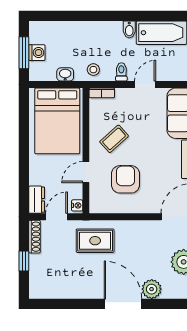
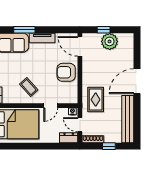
door: (86, 172) -> (51, 106), hinge flipped
armchair: (126, 179) -> (66, 72), moved
plant: (152, 289) -> (127, 62), removed
bench: (65, 290) -> (128, 119), added

